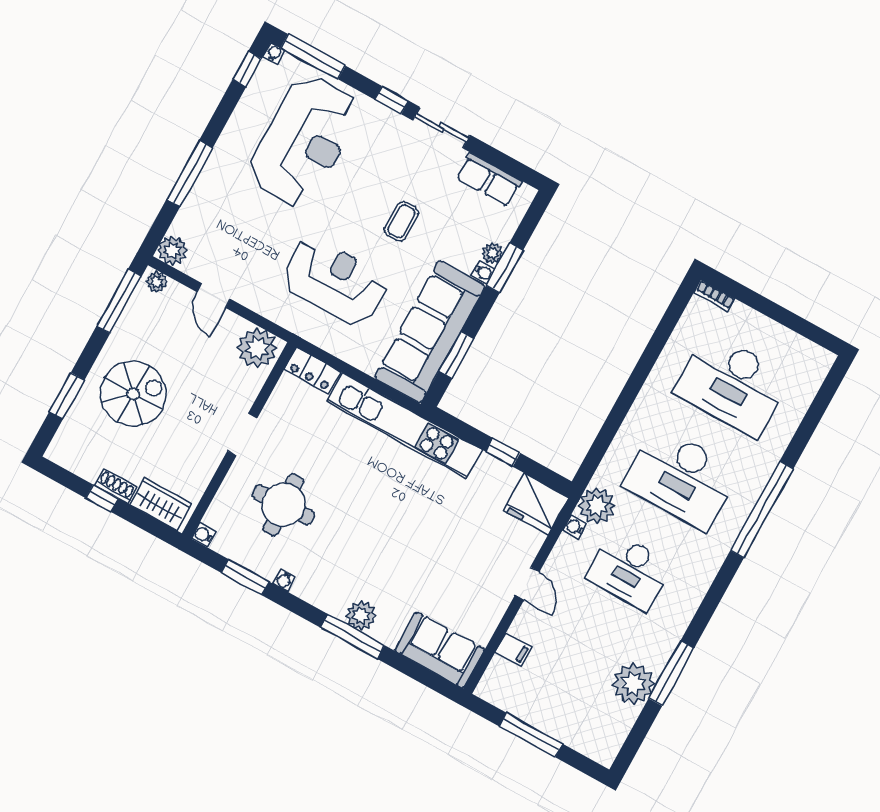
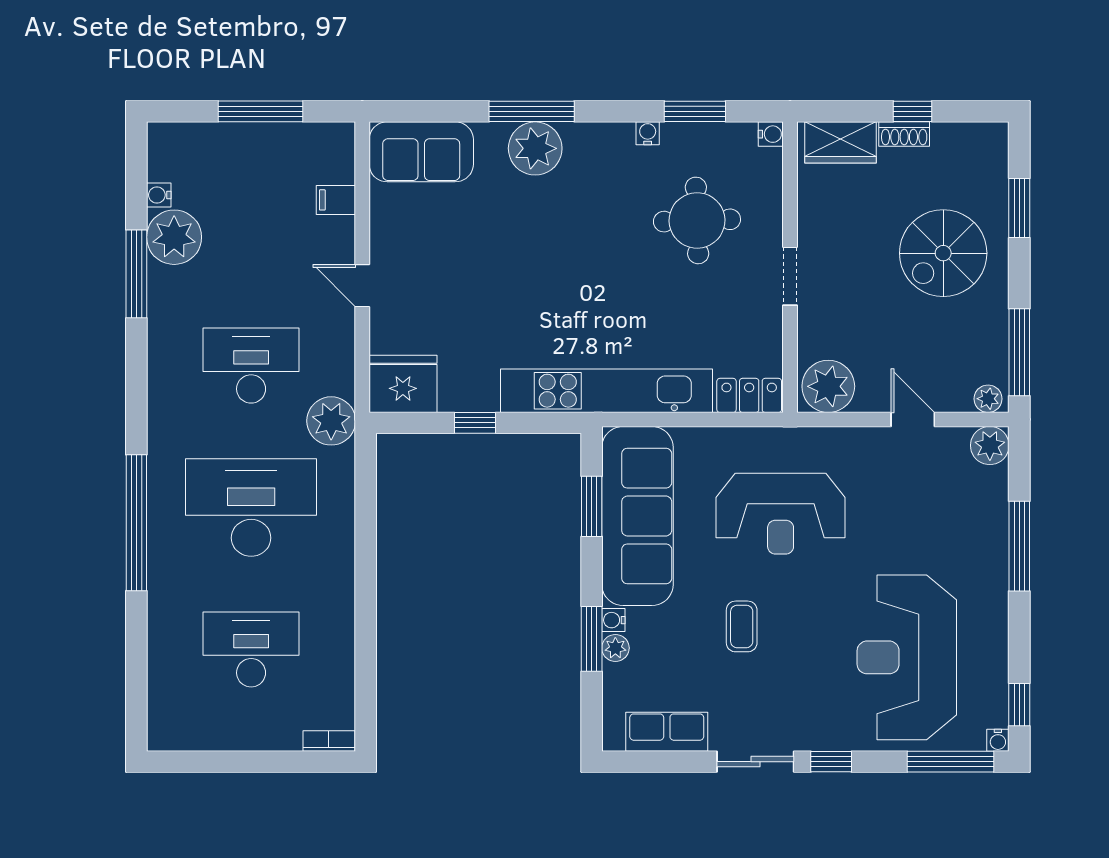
desk: (732, 385) -> (251, 649), width x0.73, depth x0.77
water cooler: (575, 527) -> (159, 195), moved, turned 180
plant: (361, 616) -> (535, 148), width x1.36, depth x1.36

